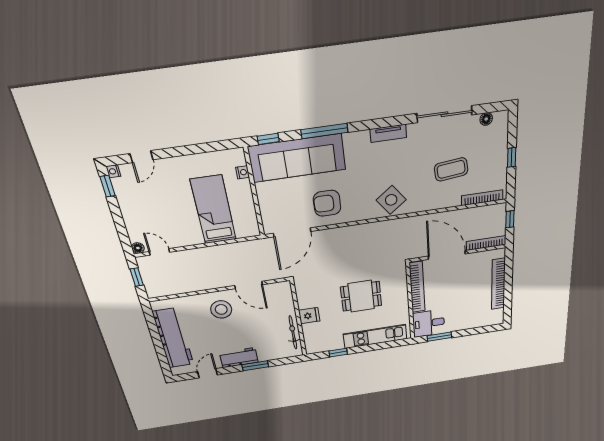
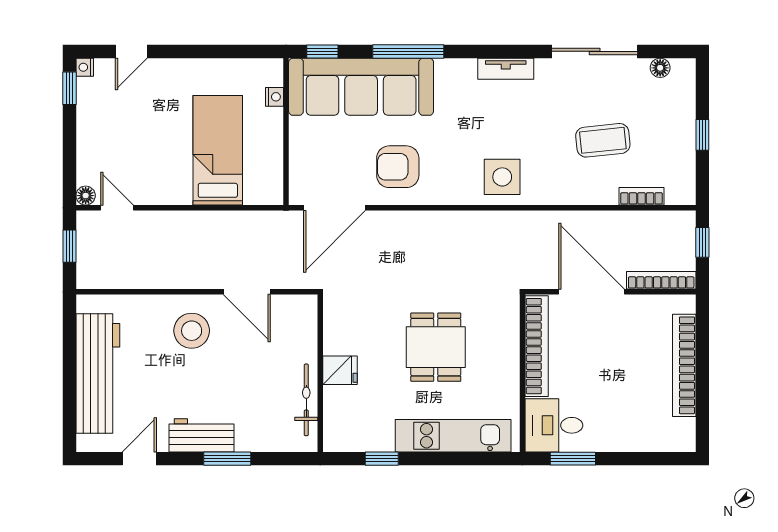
bookcase: (482, 198) -> (642, 196), width x0.64
side table: (391, 200) -> (502, 177), turned 37
dining table: (361, 296) -> (436, 347), turned 90

